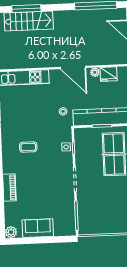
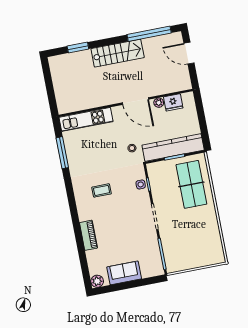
window: (26, 9) -> (78, 48), width x0.69
stairs: (29, 21) -> (118, 53), moved

